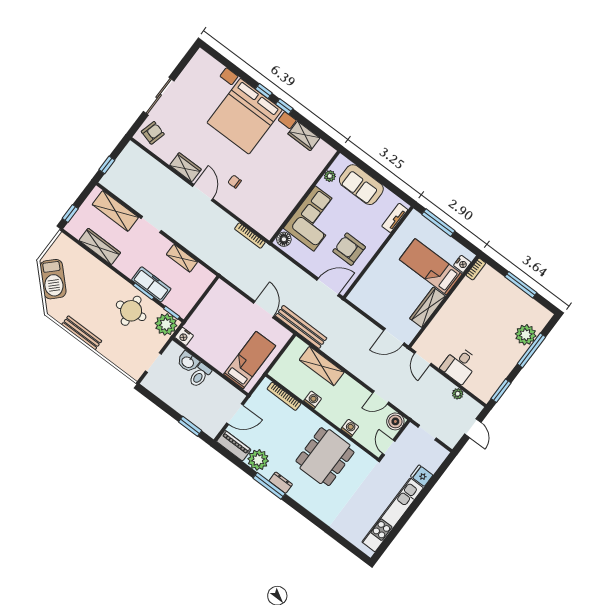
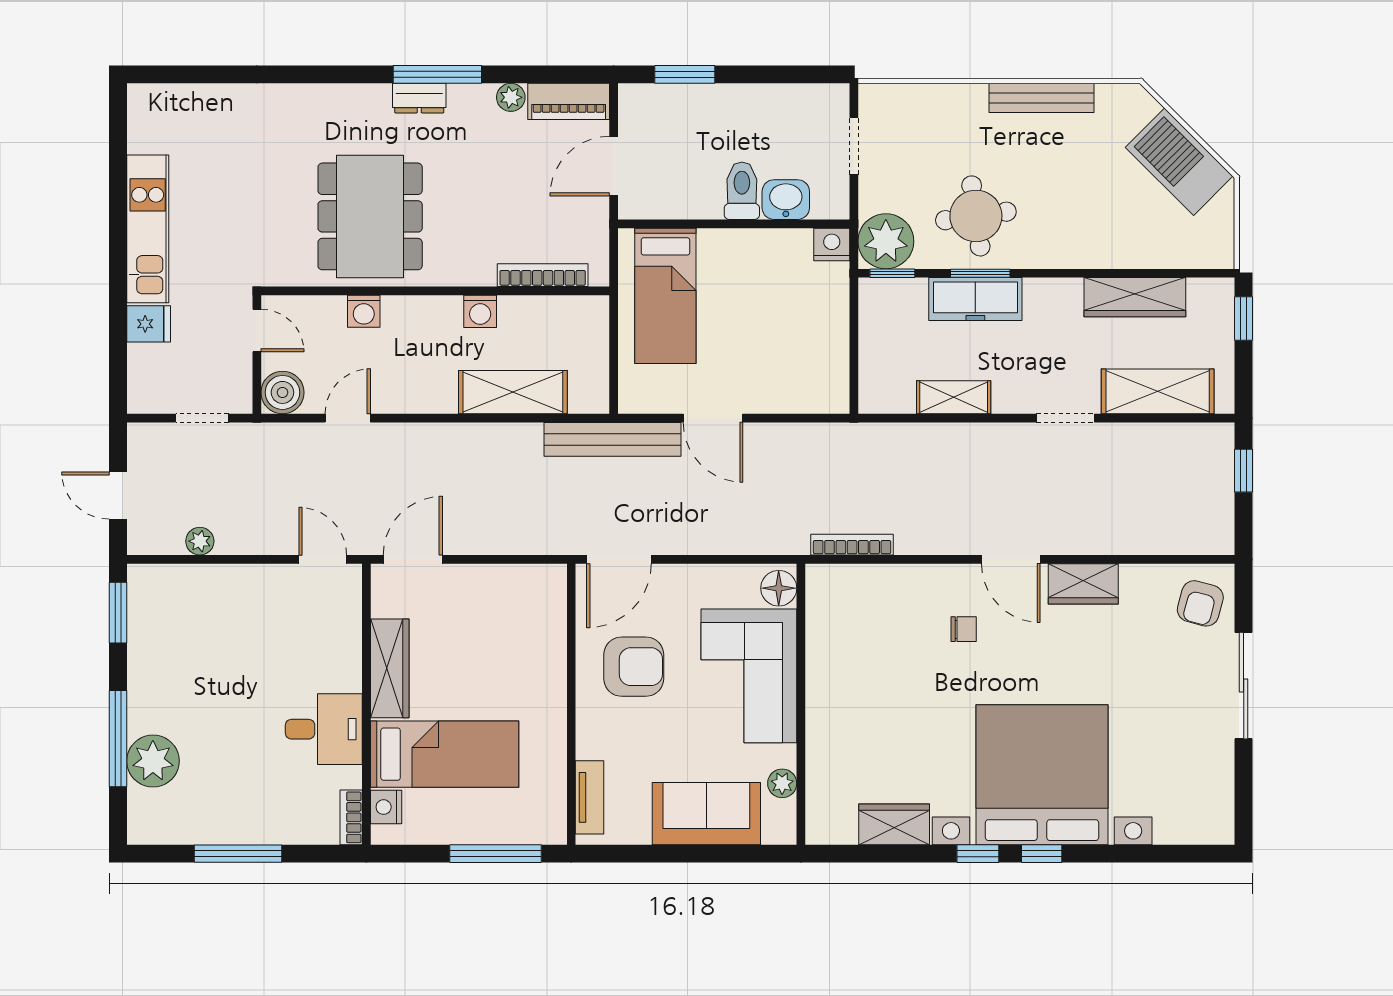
desk: (460, 365) -> (324, 729), moved, turned 90
plant: (258, 460) -> (511, 97), width x0.53, depth x0.53
kitchen unit: (393, 515) -> (148, 229), width x0.73

